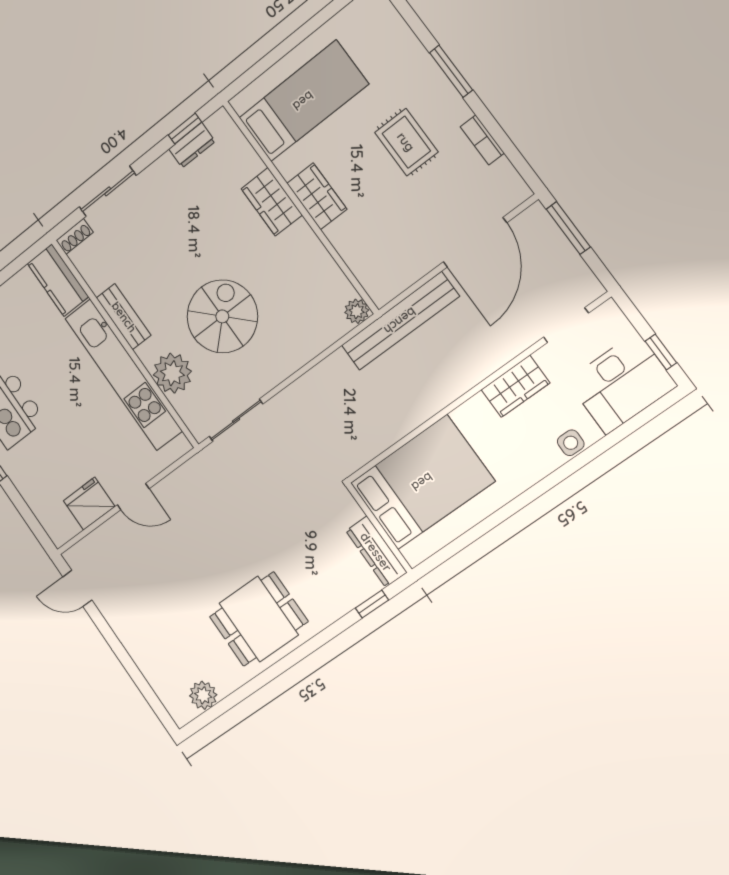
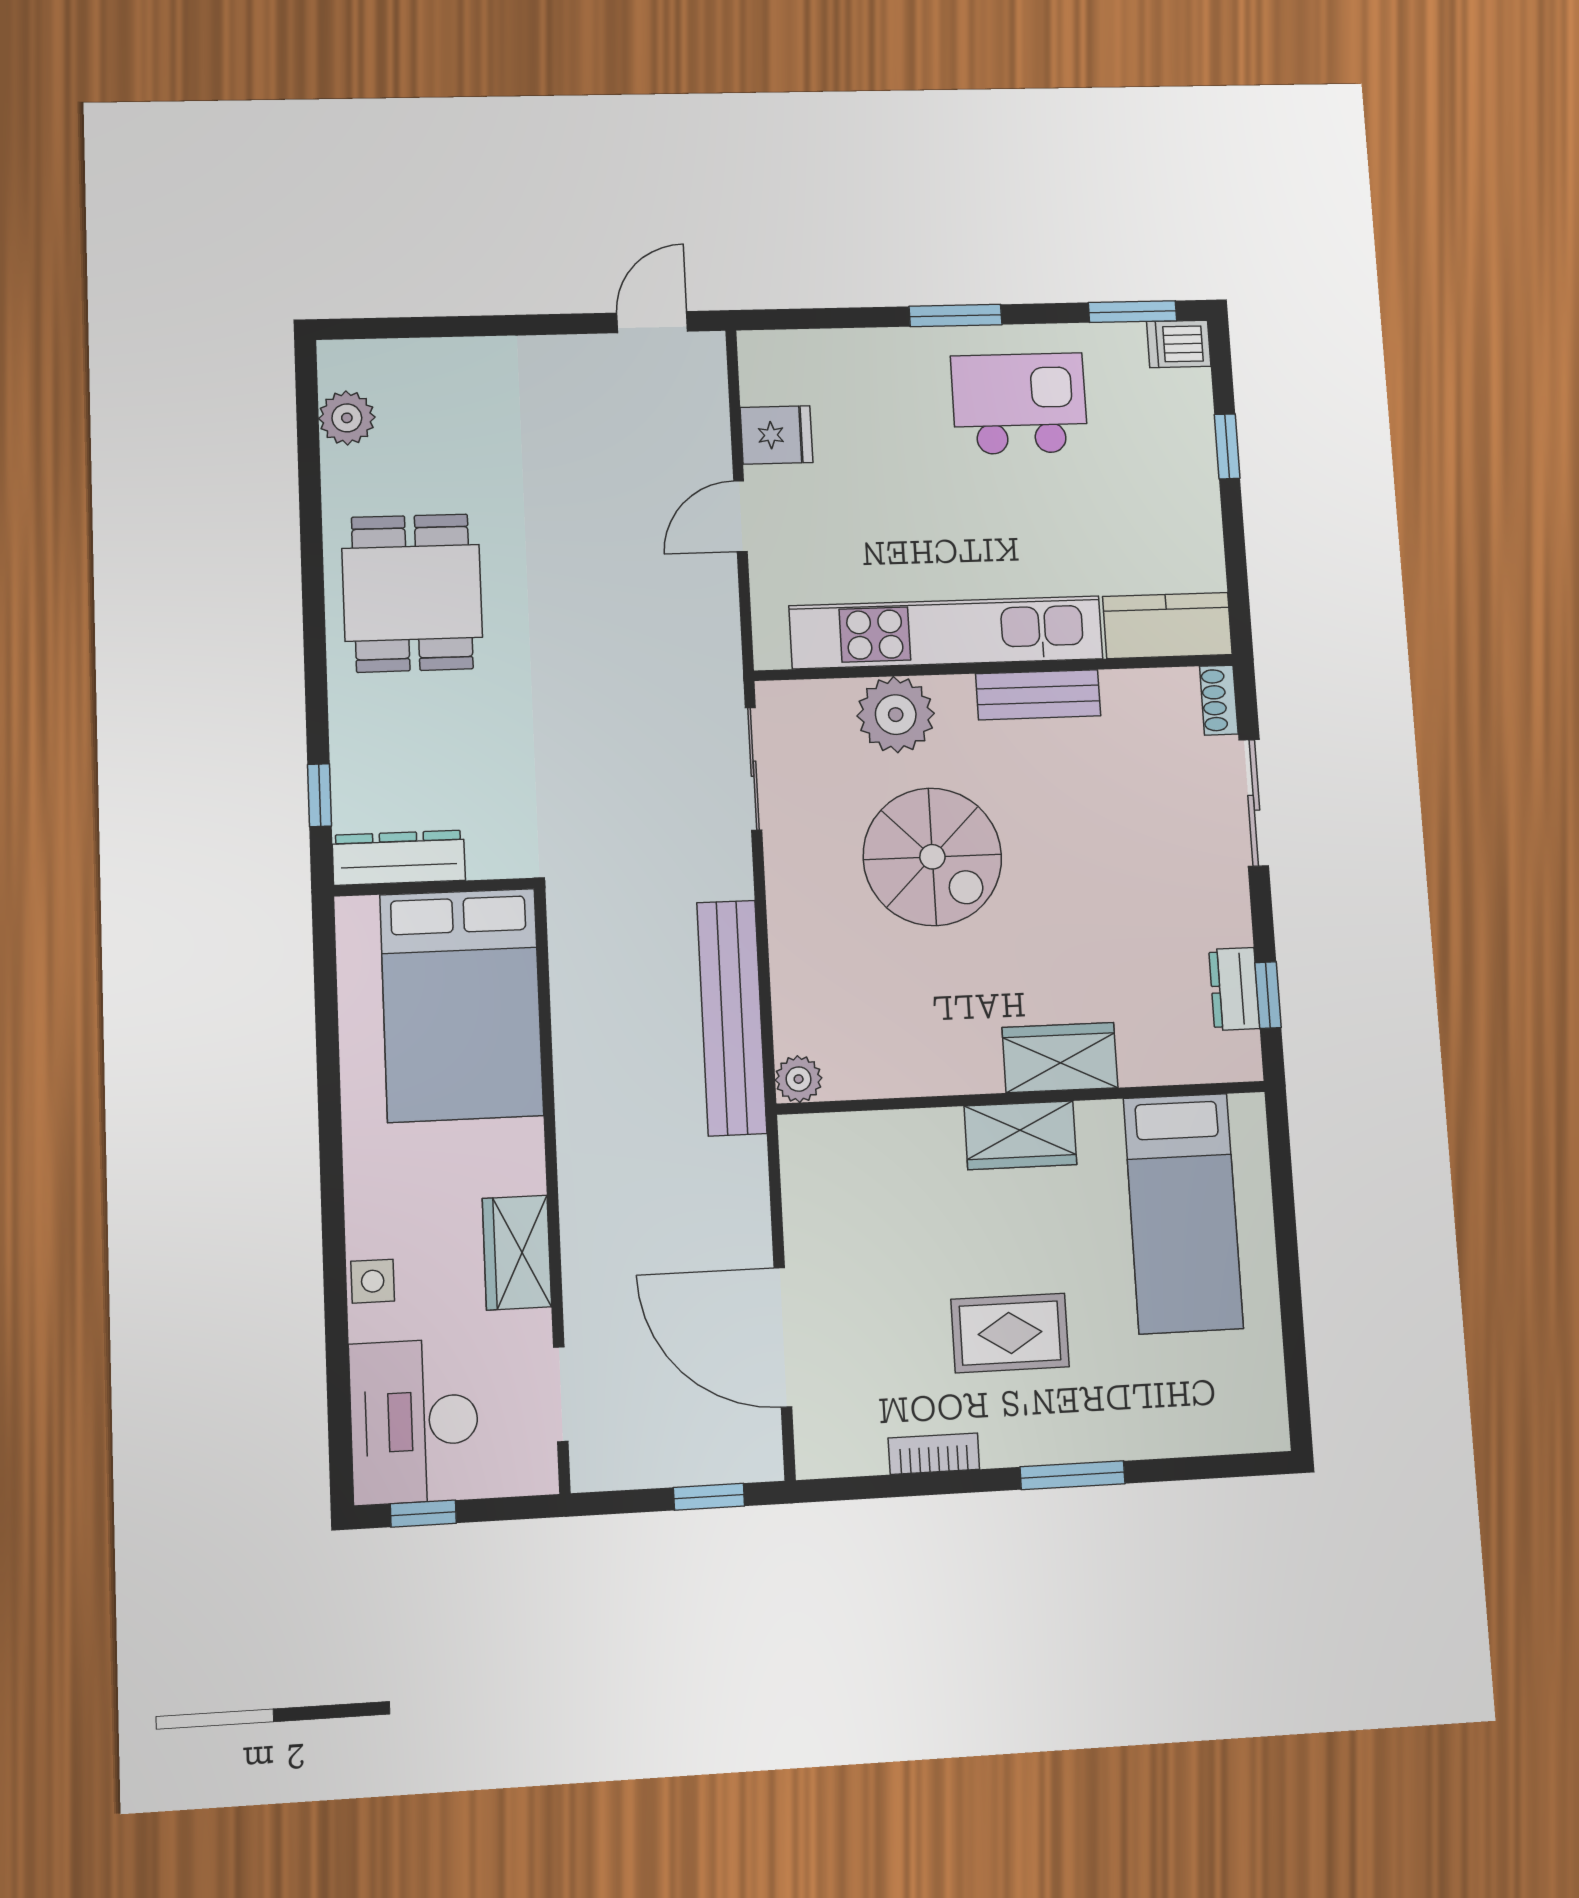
window: (568, 228) -> (709, 1497), width x0.67
bench: (400, 321) -> (732, 1018), moved
fridge: (89, 504) -> (777, 435), width x0.72

